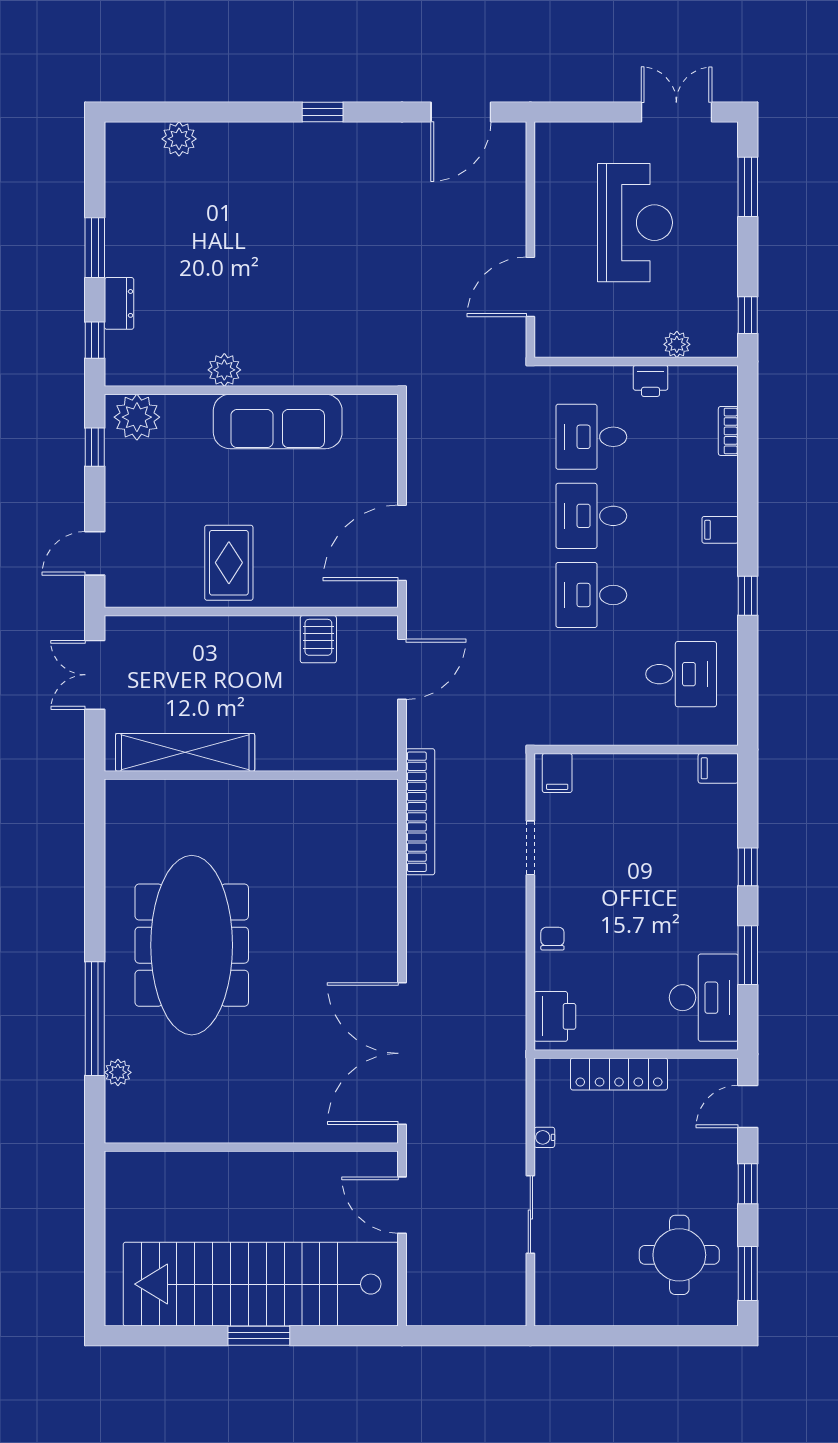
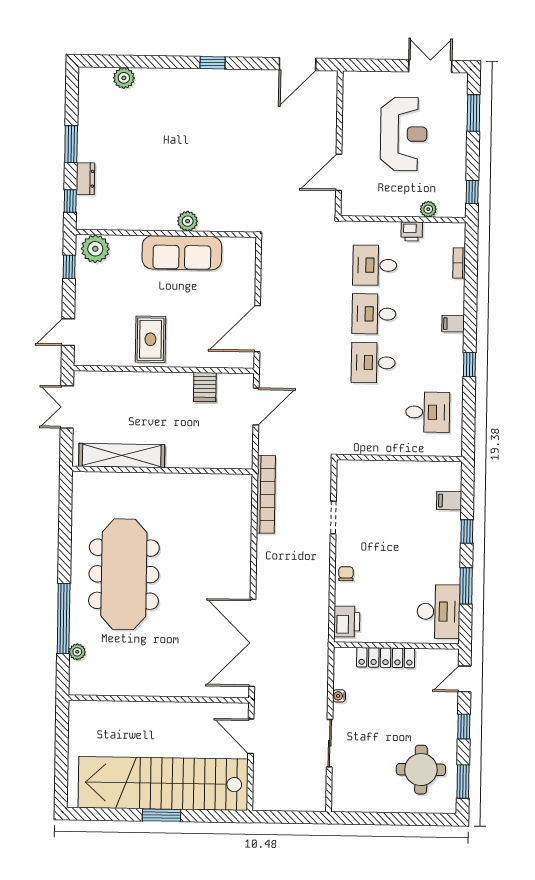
plant: (224, 370) -> (188, 221), moved
filing cabinet: (718, 768) -> (449, 501), moved
filing cabinet: (557, 773) -> (350, 472), removed

